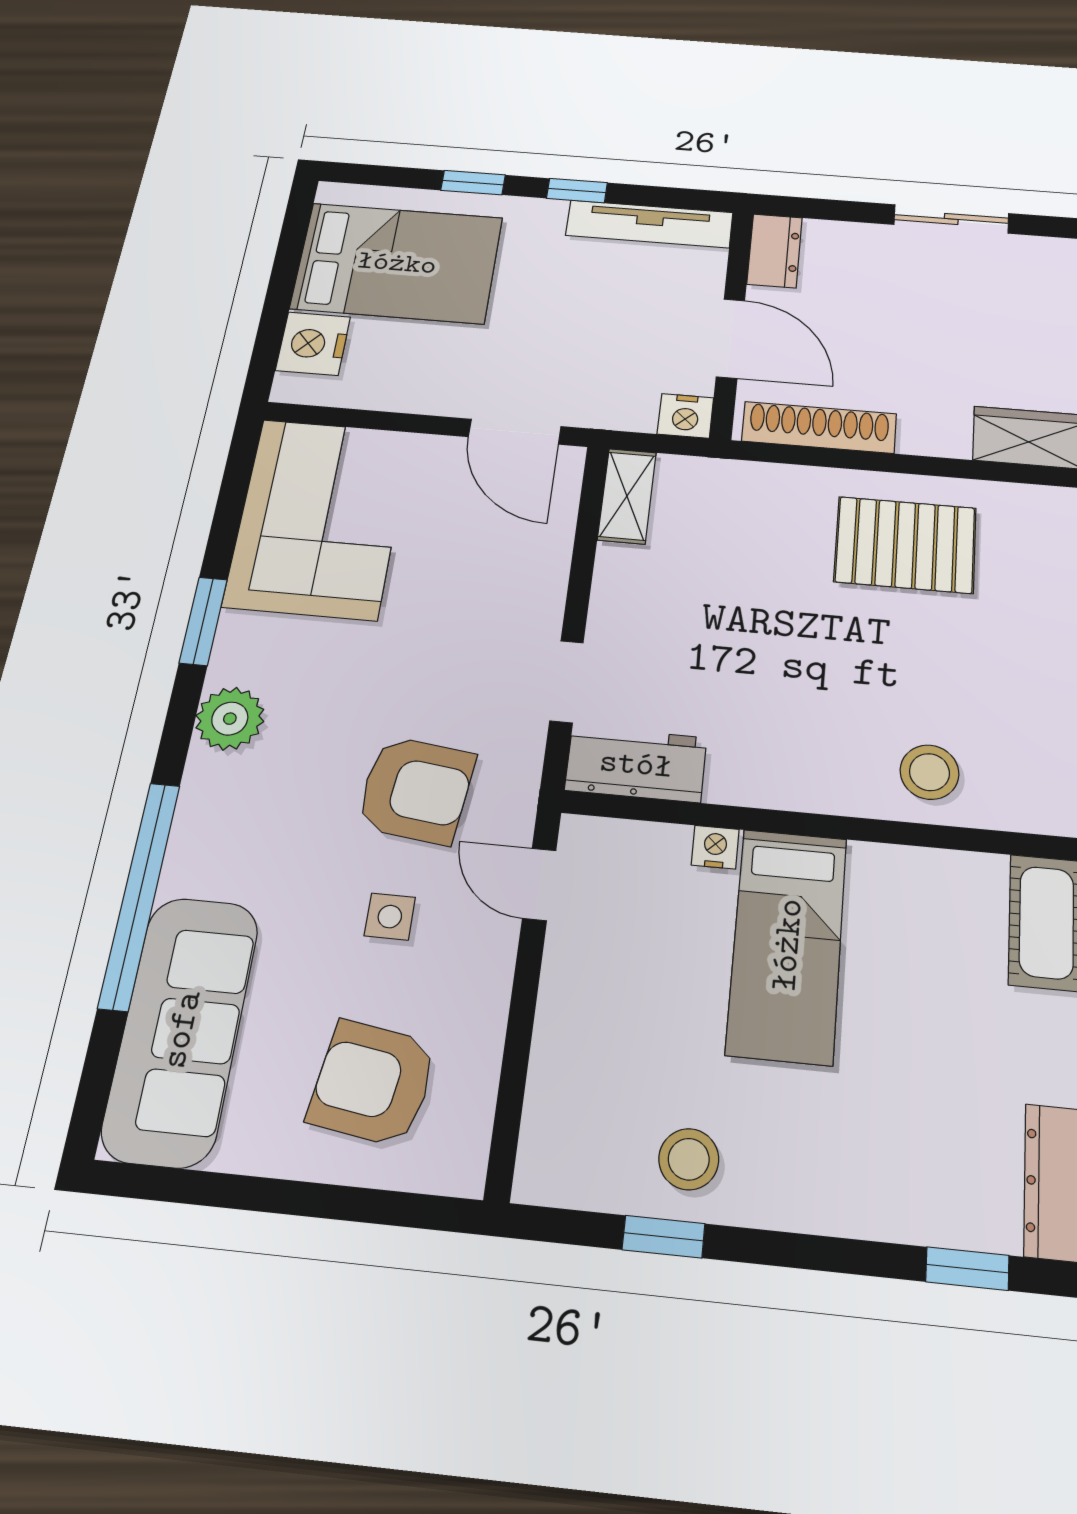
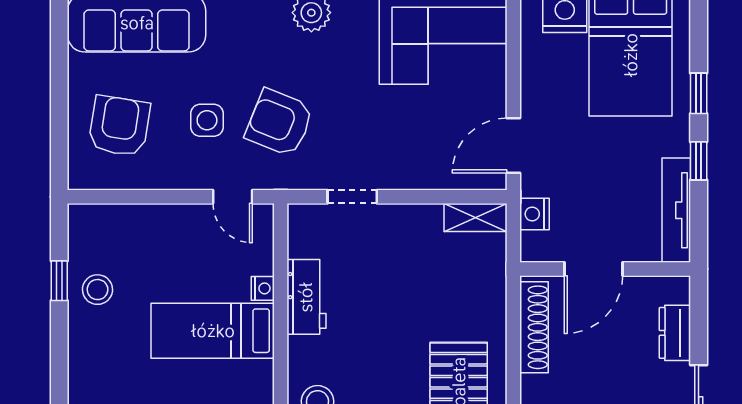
dresser: (775, 251) -> (675, 333), moved, turned 90
nightstand: (685, 416) -> (534, 214), moved
workbench: (636, 764) -> (306, 297), moved
armchair: (416, 790) -> (280, 123), turned 105
door: (539, 884) -> (233, 197), swing flipped
side table: (390, 917) -> (207, 120), width x1.37, depth x1.37

